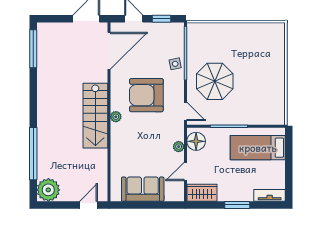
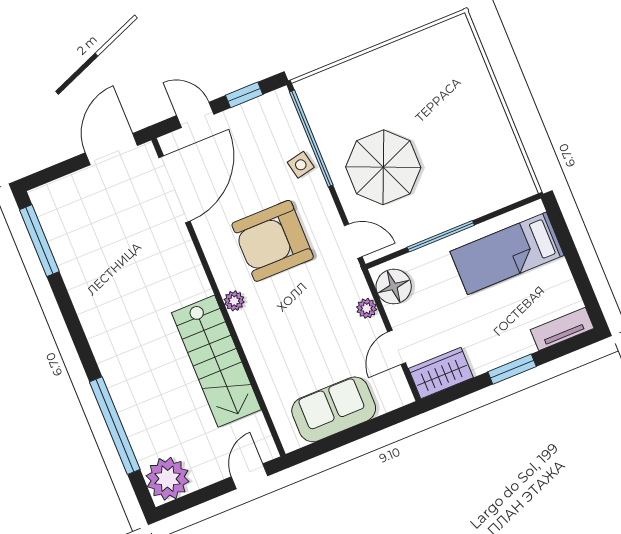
stairs: (95, 116) -> (216, 361), moved

